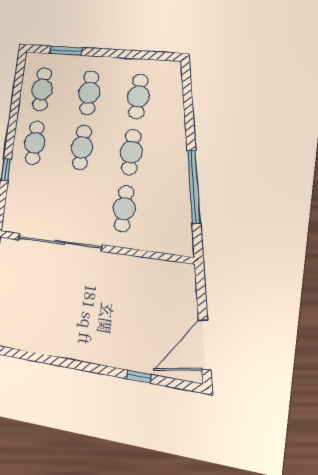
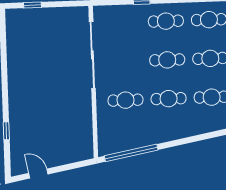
window: (194, 187) -> (131, 153), moved
door: (205, 345) -> (38, 174), width x0.53

